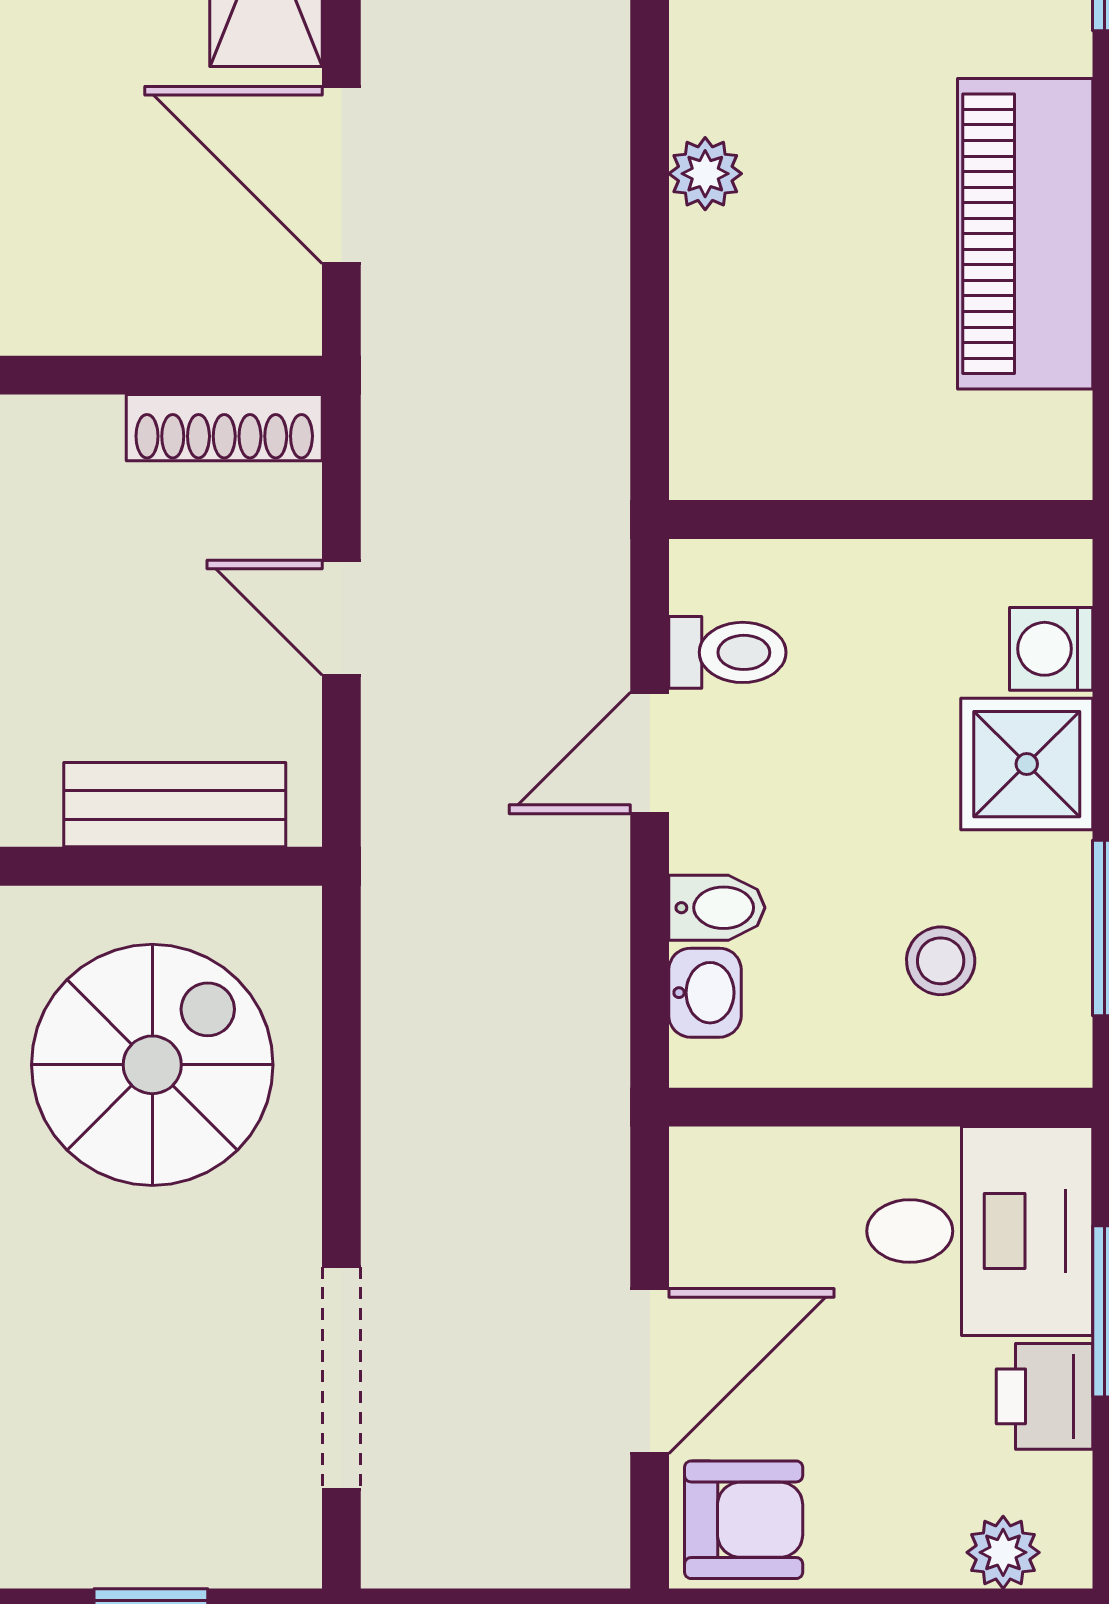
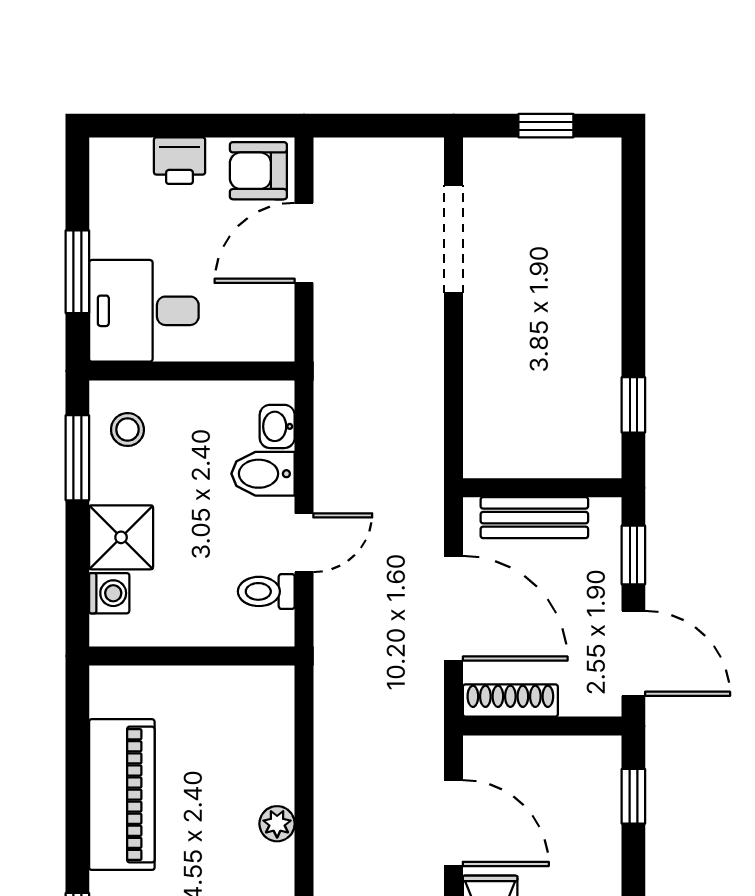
door: (341, 618) -> (454, 608), width x1.88
bidet: (717, 908) -> (263, 474), width x1.38, depth x1.36
stool: (941, 961) -> (127, 430), moved
spiral stairs: (152, 1065) -> (545, 391), removed
printer: (1045, 1396) -> (180, 161), moved, turned 90
plant: (1003, 1552) -> (133, 155), removed

